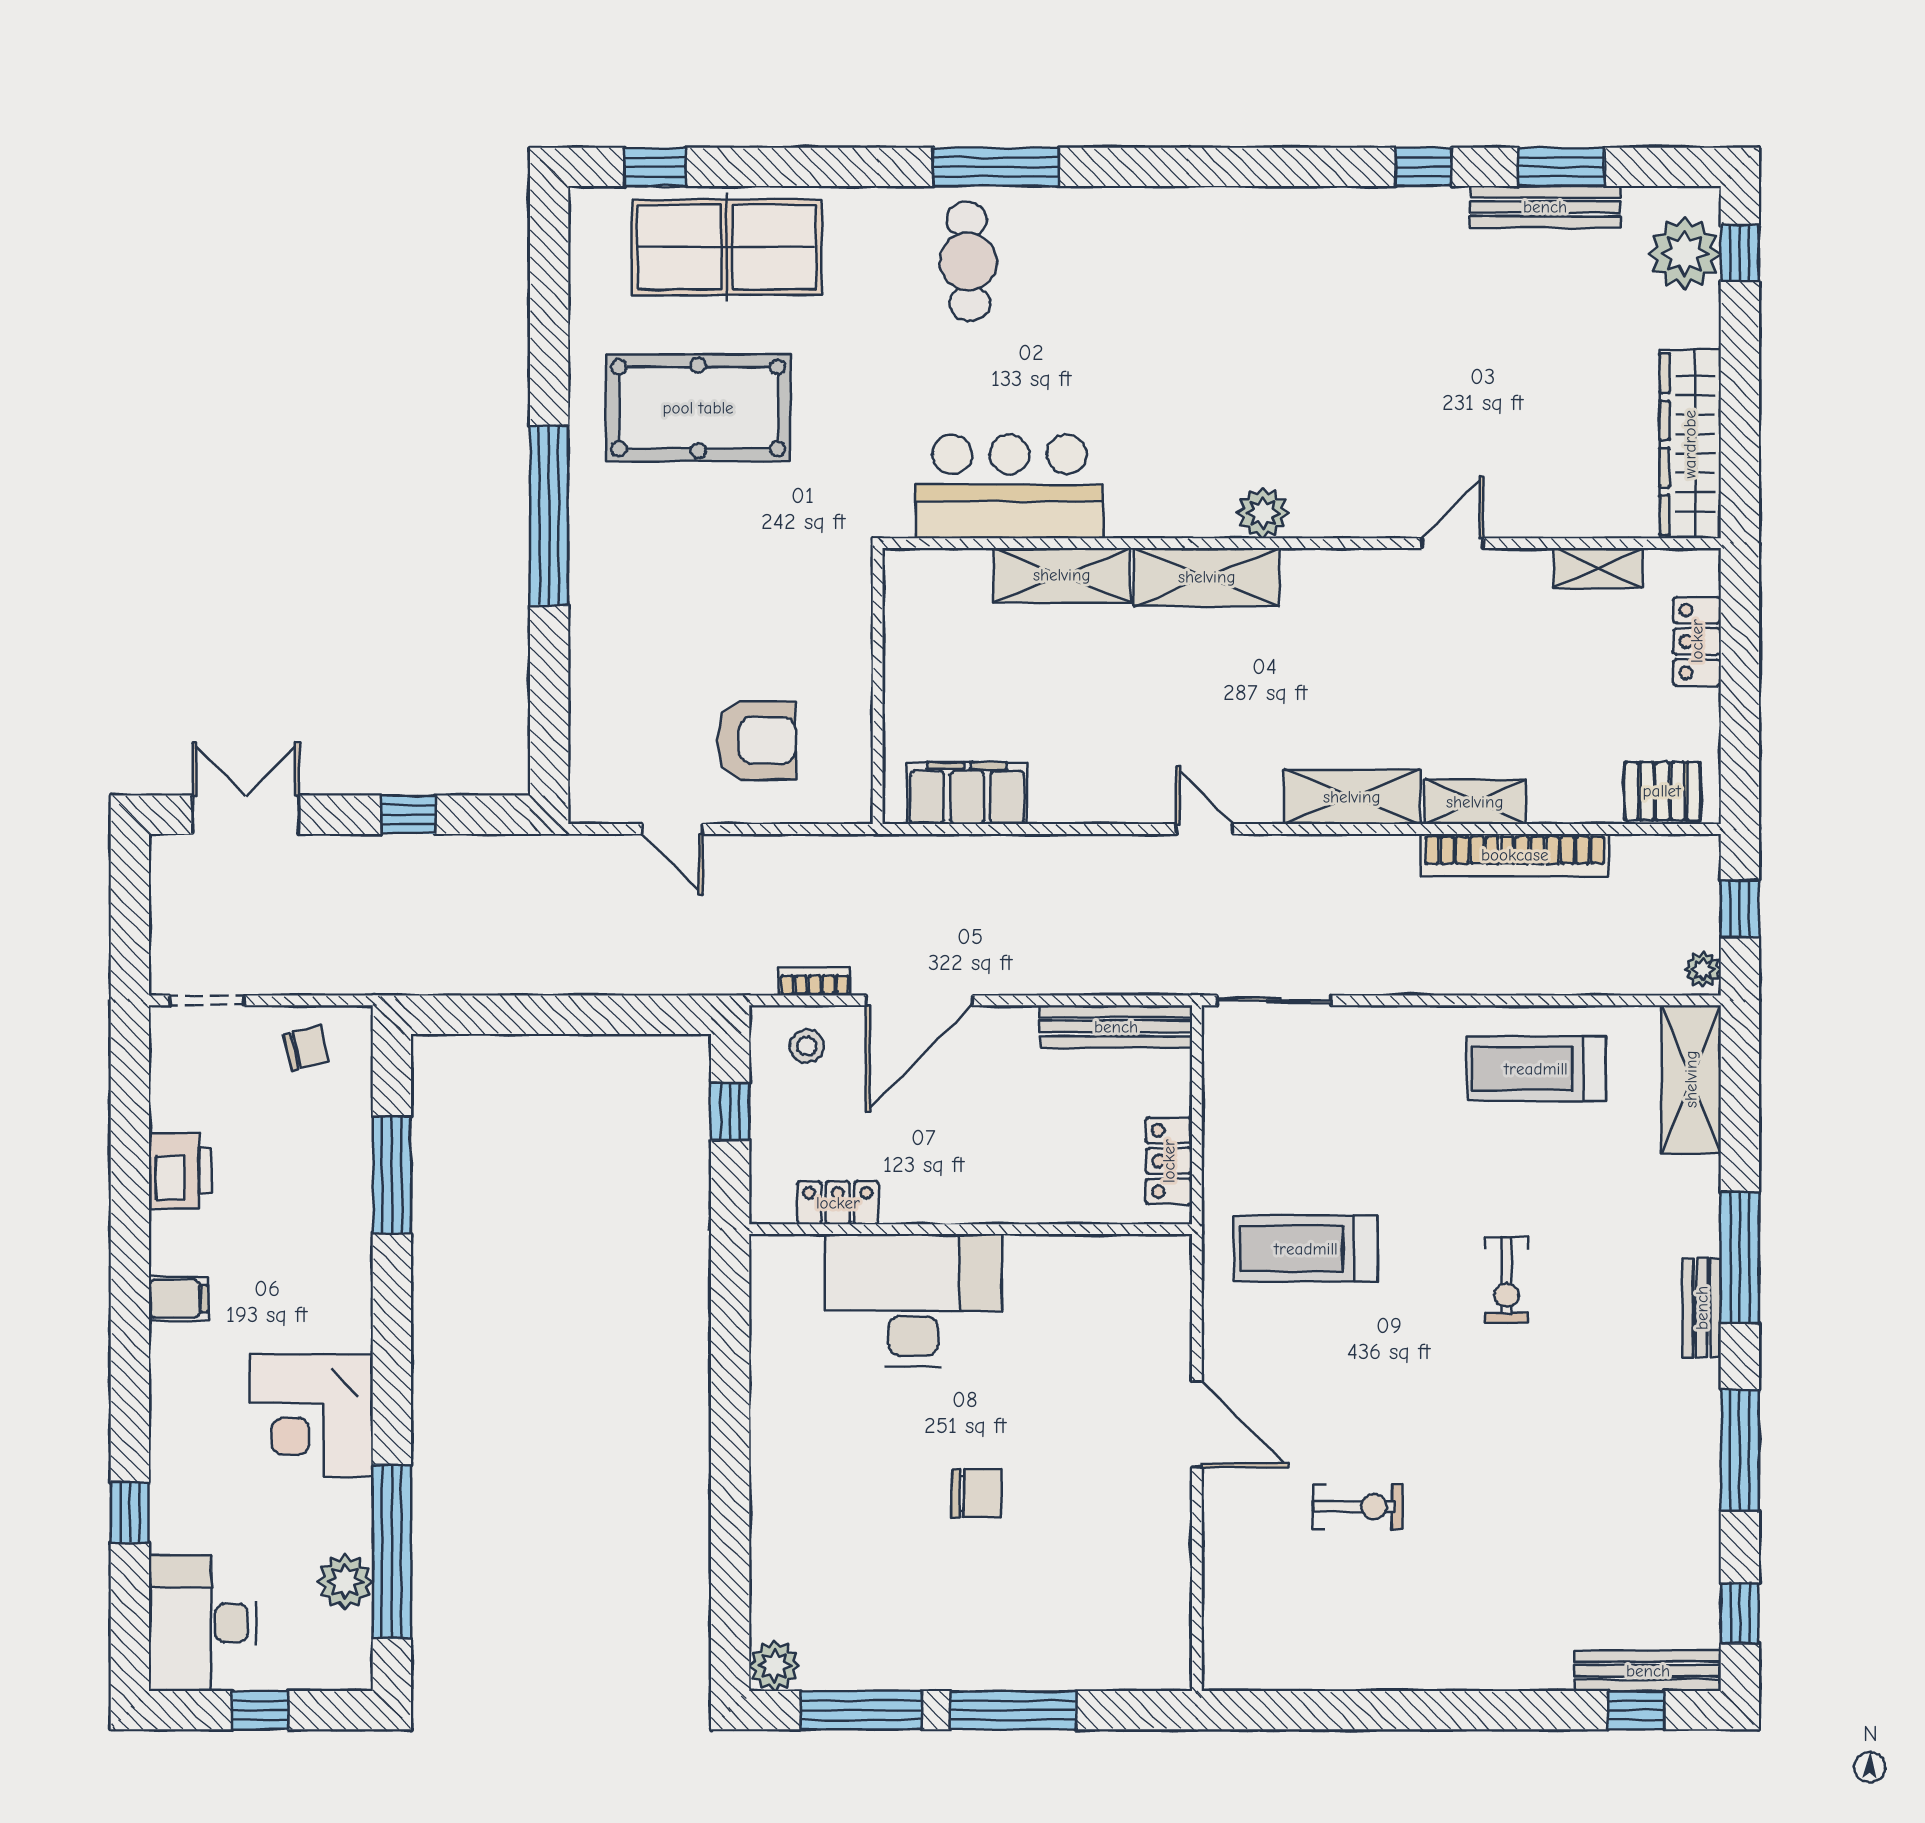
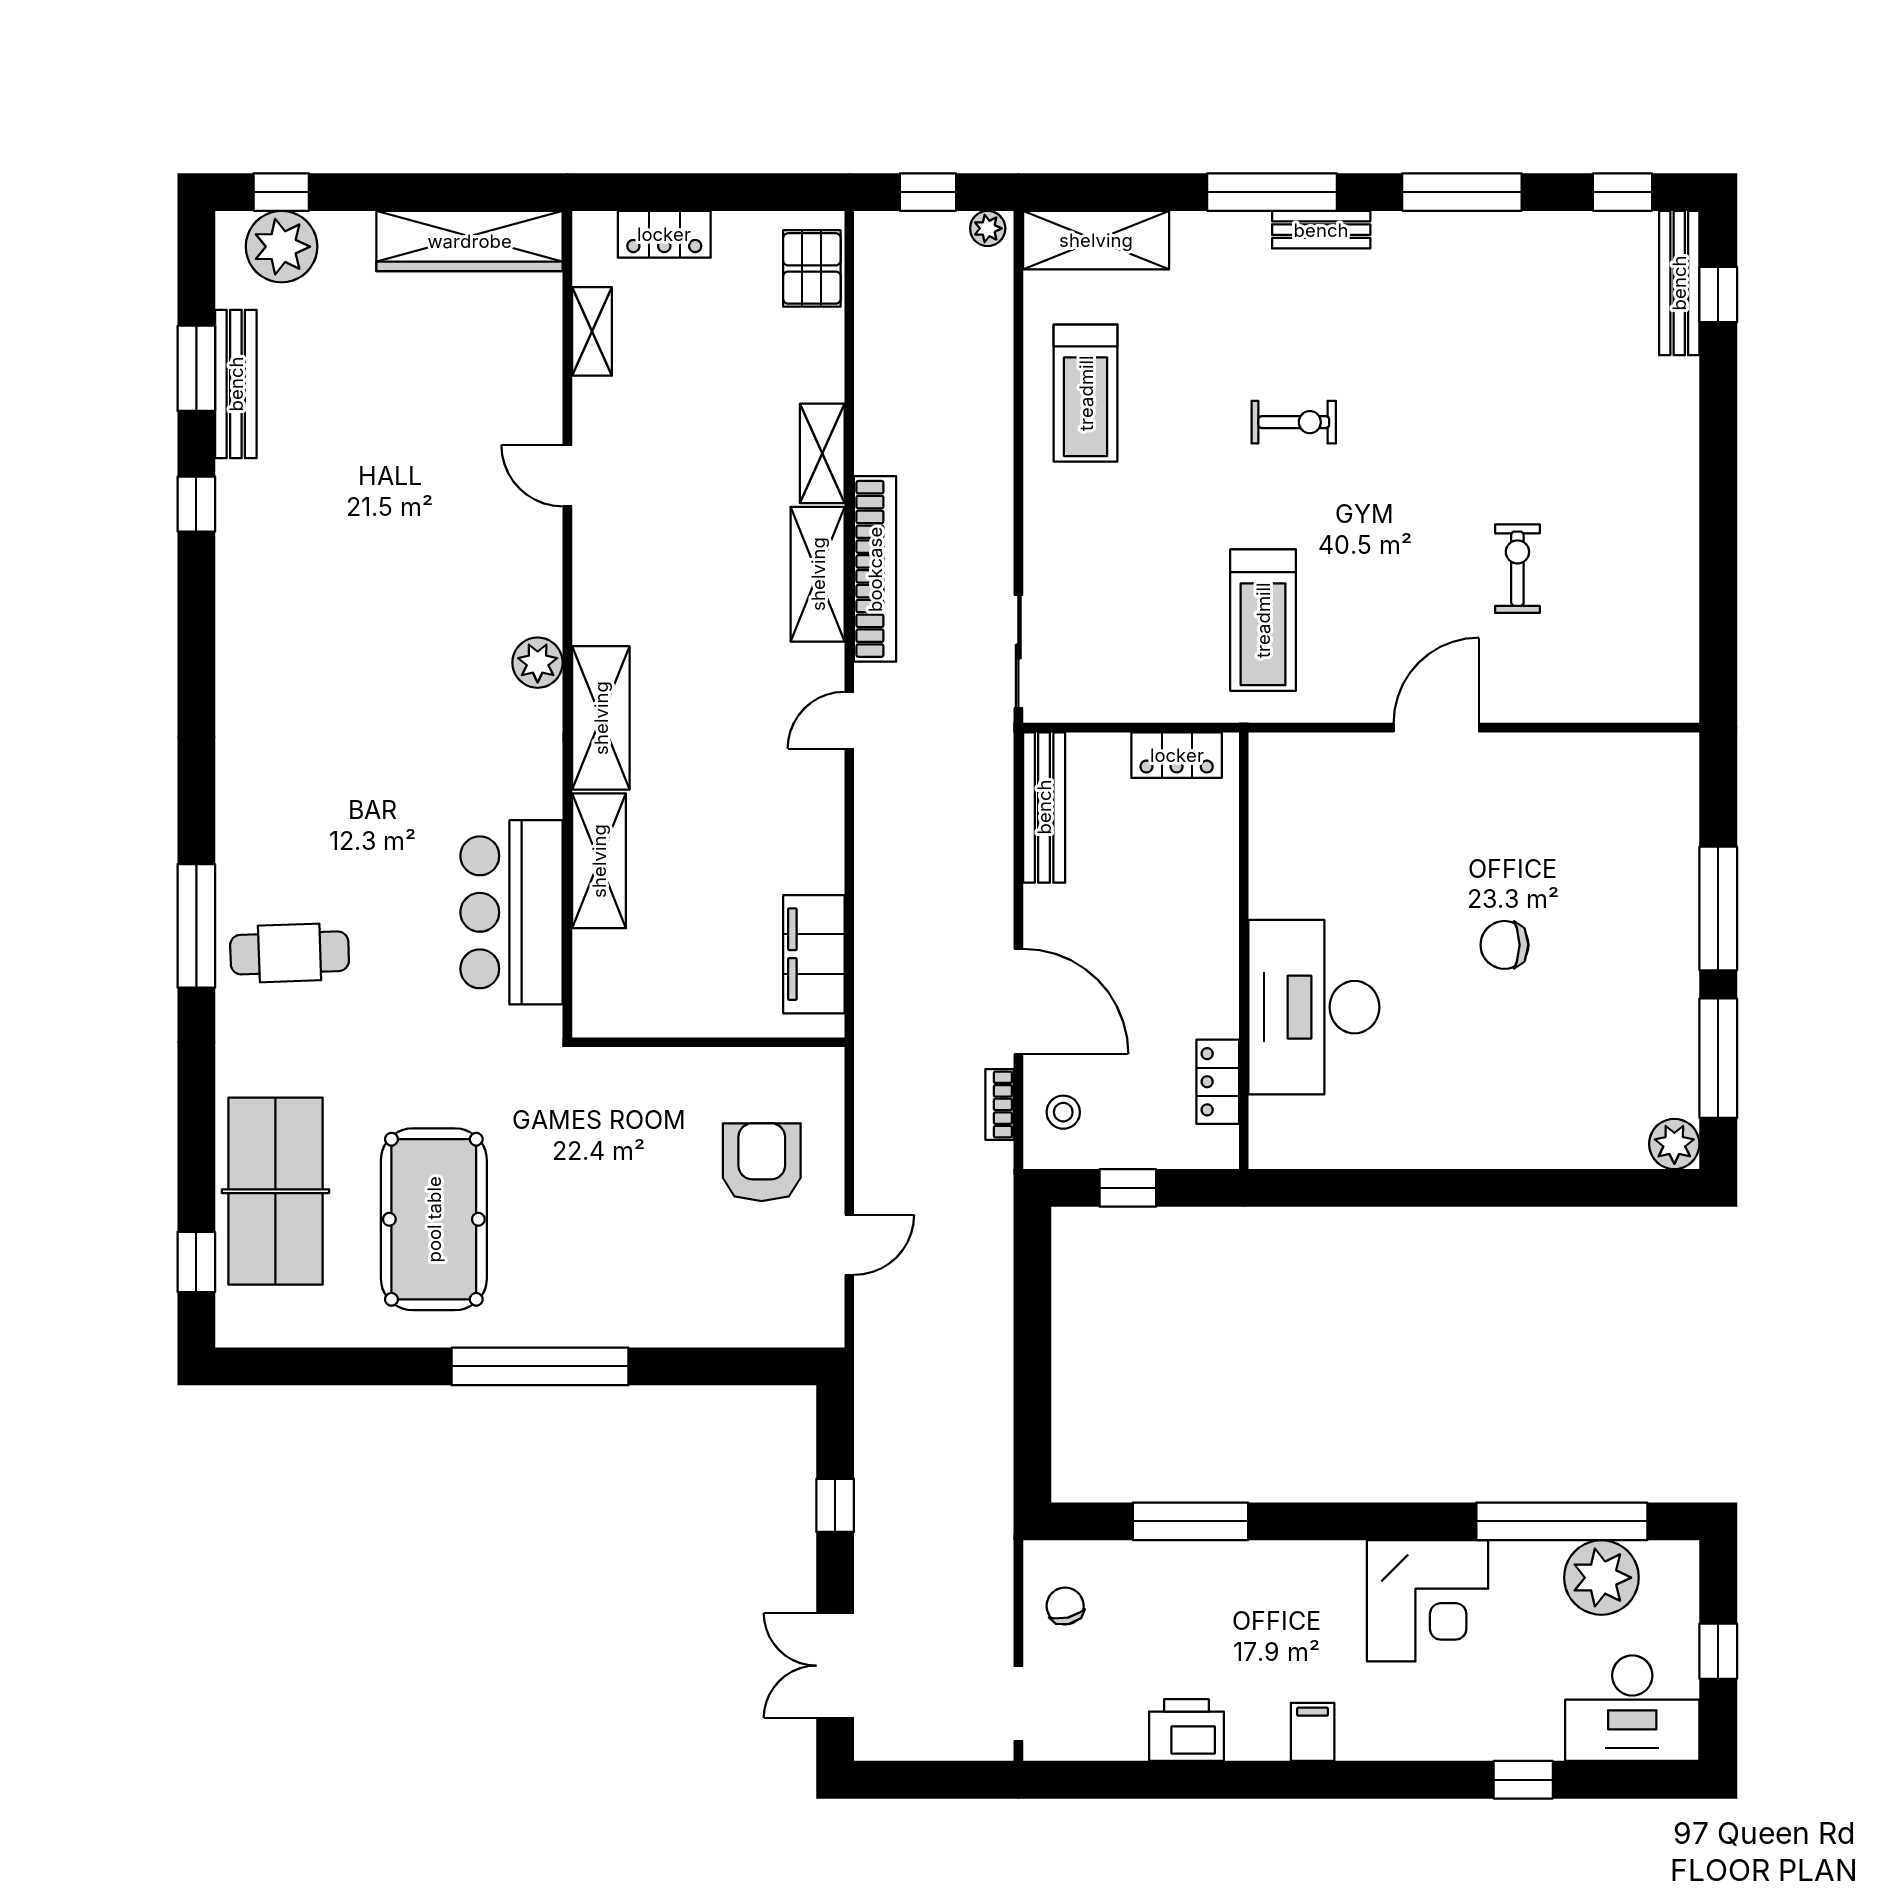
bookcase: (1515, 855) -> (875, 569), moved
chair: (976, 1493) -> (1504, 945), turned -91
plant: (345, 1582) -> (1601, 1578), width x1.36, depth x1.36

